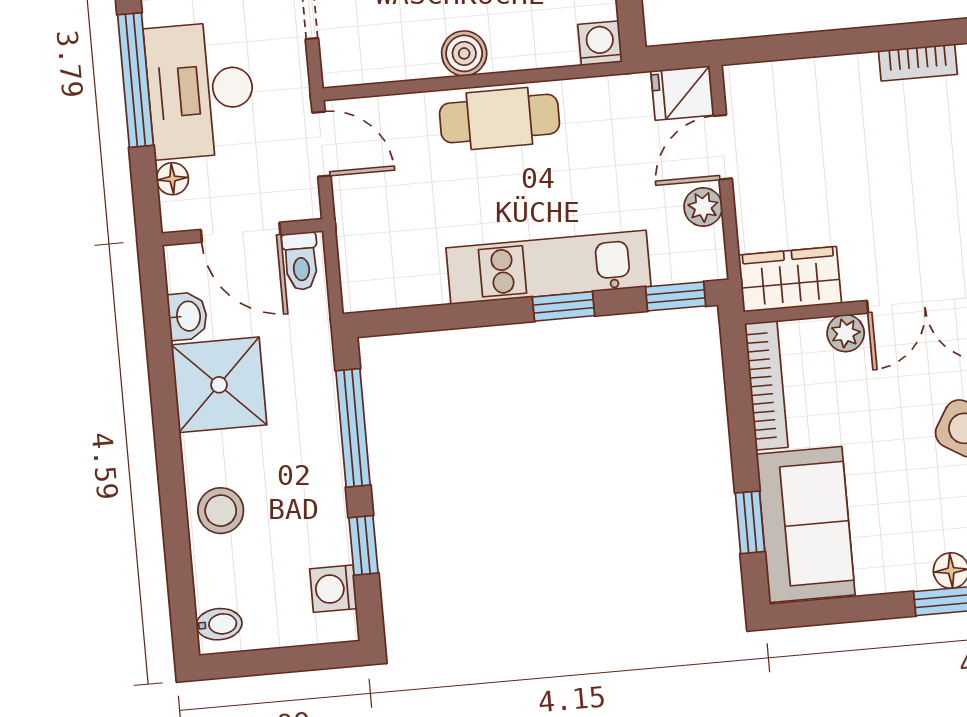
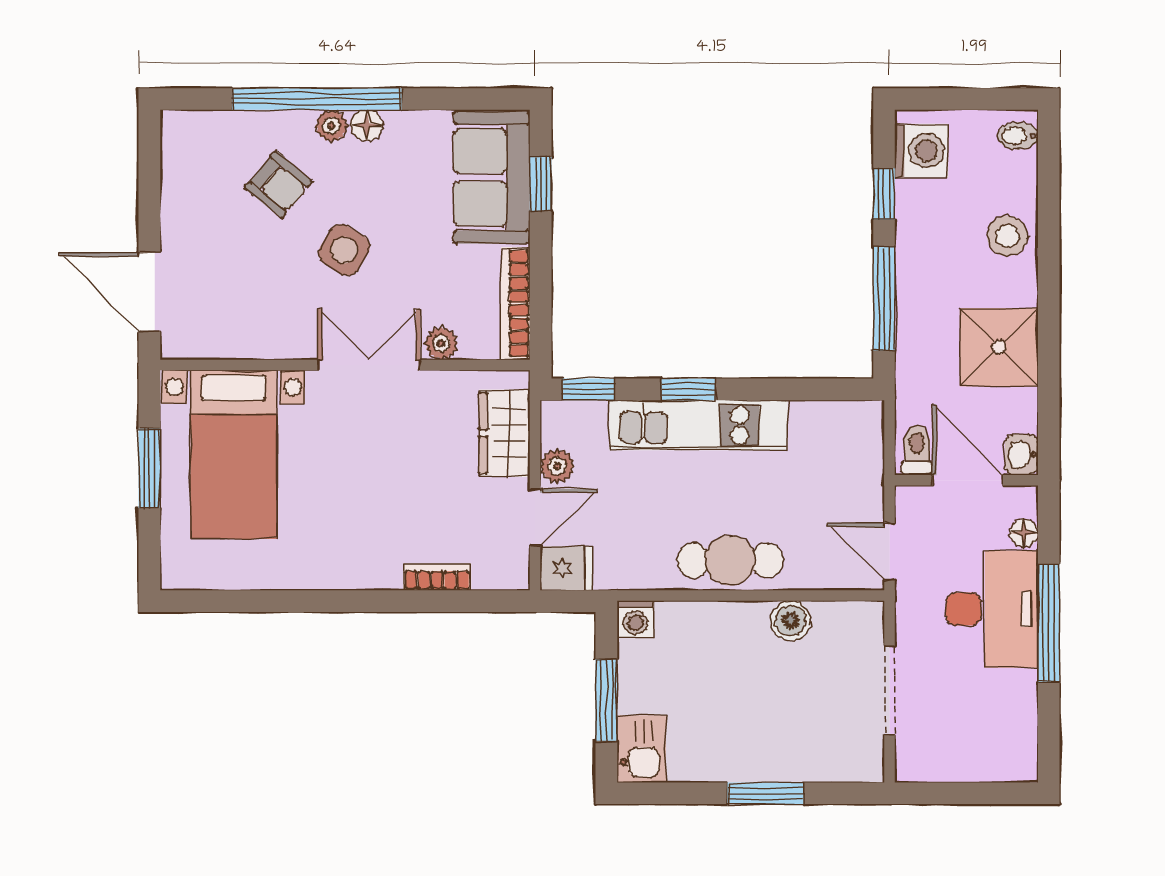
boiler: (464, 53) -> (791, 621), moved
bookcase: (918, 62) -> (437, 577), moved
wardrobe: (790, 279) -> (505, 433), moved, turned 90
washbasin: (187, 316) -> (1021, 455), moved
washing machine: (333, 589) -> (921, 151), width x1.38, depth x1.38

